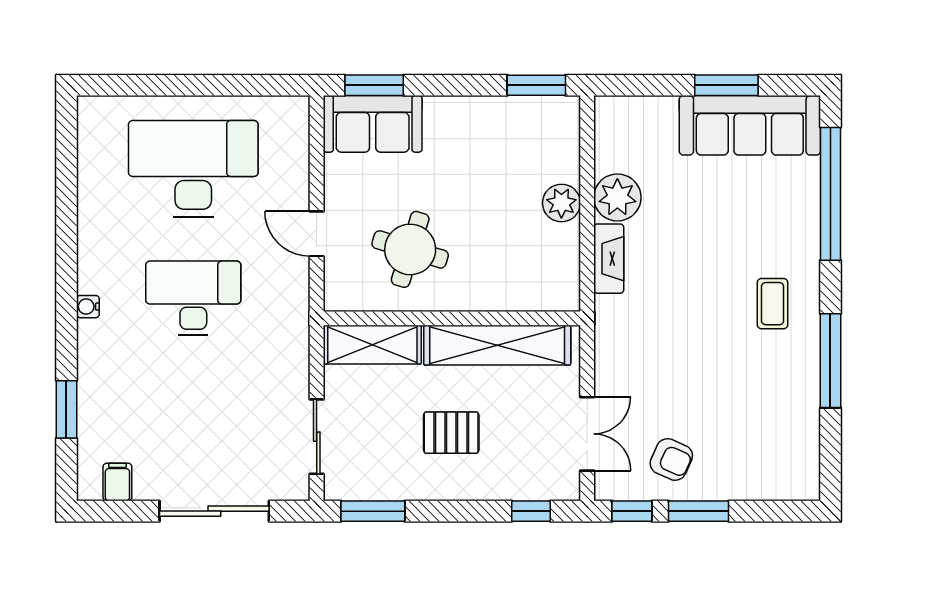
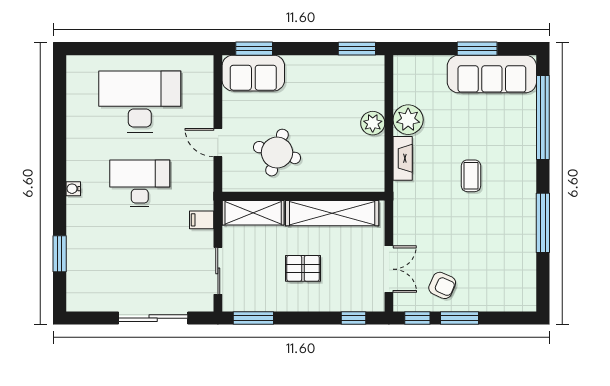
coffee table: (773, 304) -> (471, 176), moved
filing cabinet: (117, 482) -> (202, 220), moved, turned -90

